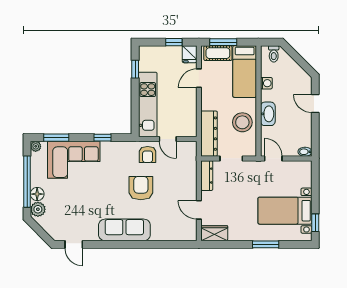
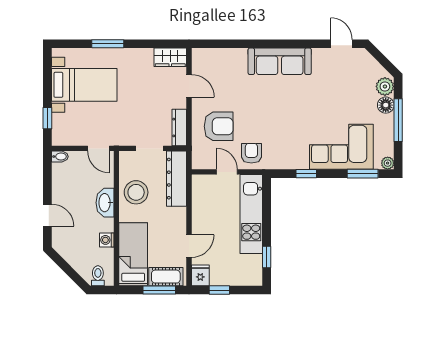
window: (27, 182) -> (398, 120), width x0.68
armchair: (141, 188) -> (219, 126), moved, turned -90
window: (315, 223) -> (47, 118), moved

